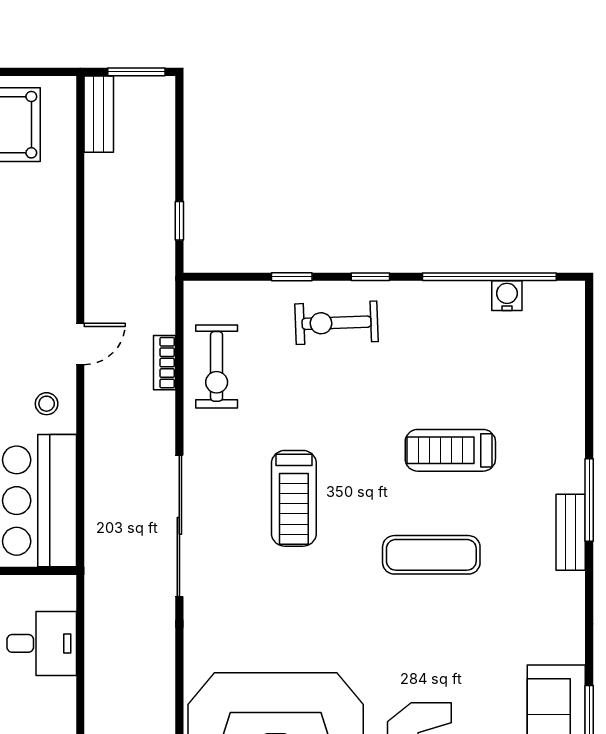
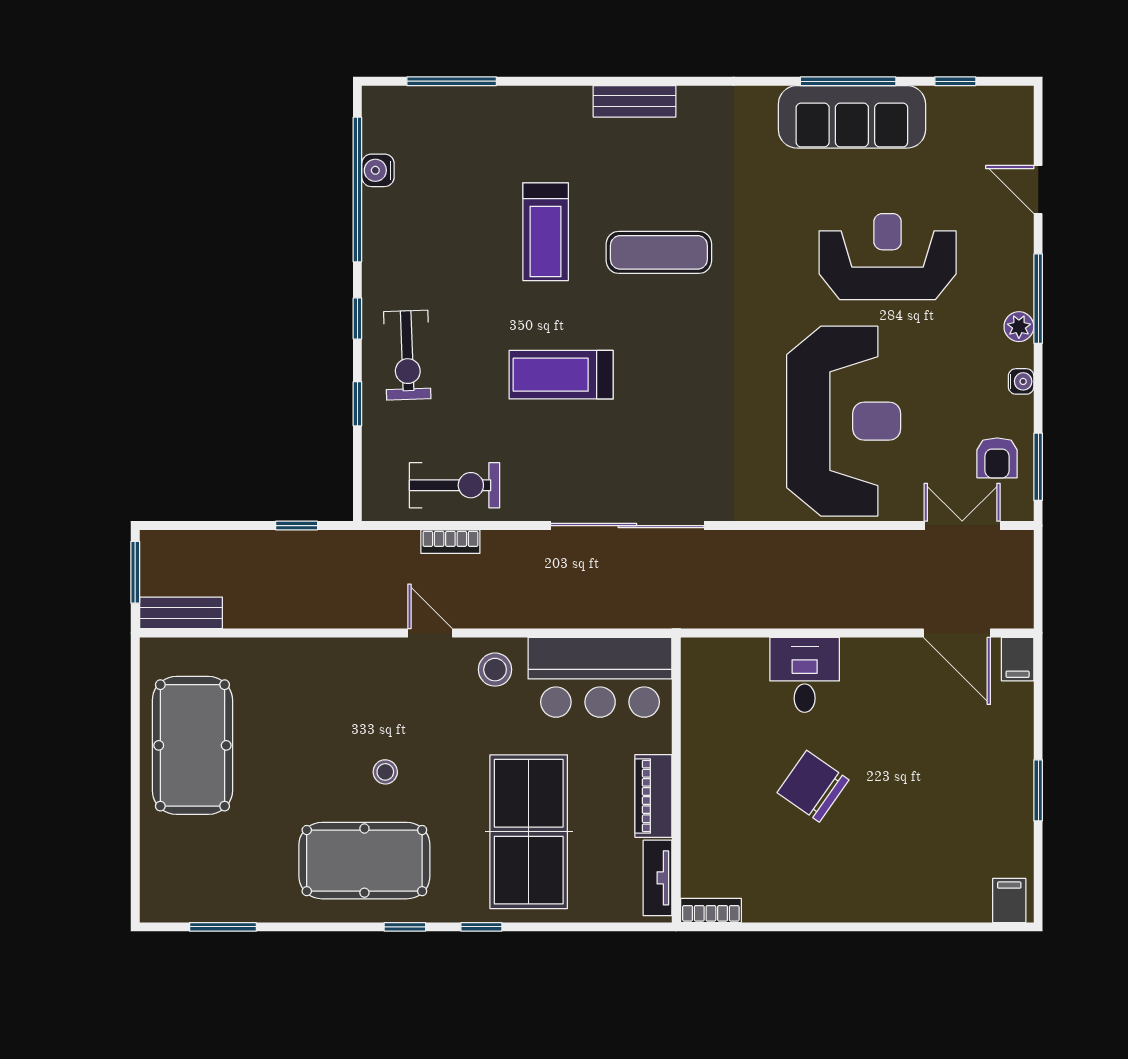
stool: (47, 404) -> (495, 670), width x1.37, depth x1.37
treadmill: (294, 498) -> (561, 375), moved, turned 180
window: (589, 500) -> (452, 81), moved
exercise mat: (431, 555) -> (659, 252), turned 90
desk: (42, 643) -> (805, 675), moved

